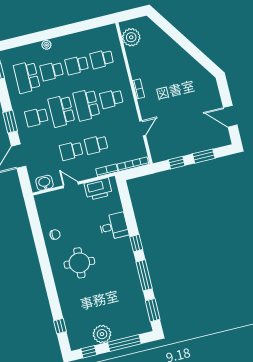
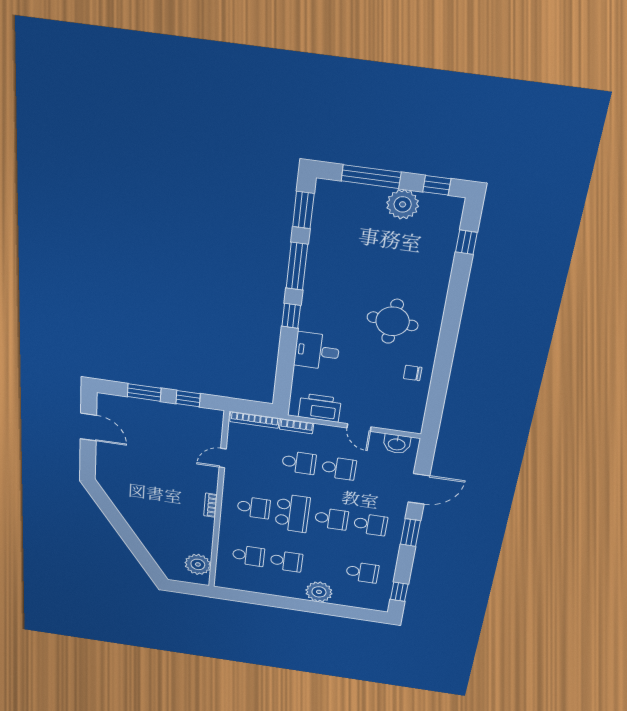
plant: (46, 45) -> (319, 592), width x1.87, depth x1.87
school desk: (52, 71) -> (324, 567), removed
school desk: (27, 77) -> (362, 572), width x0.54
school desk: (61, 111) -> (331, 519), width x0.54

